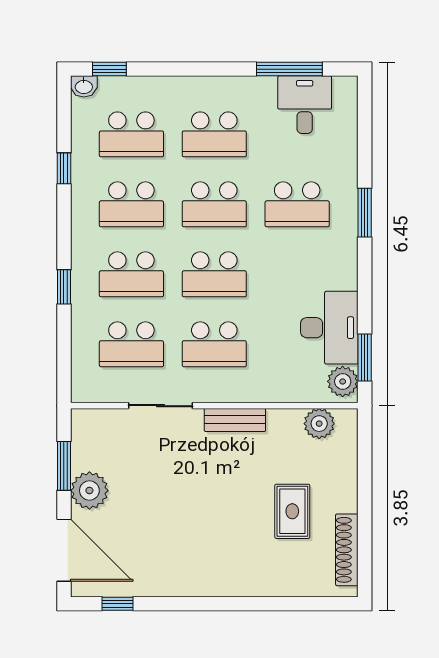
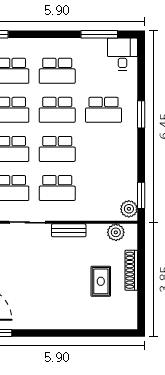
desk: (305, 105) -> (122, 54), moved
desk: (329, 328) -> (121, 179), removed
shoe rack: (347, 550) -> (131, 270), moved

